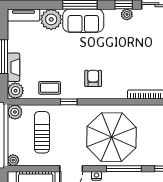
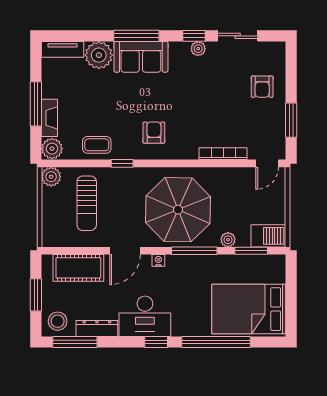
sun lounger: (42, 132) -> (87, 203), turned 180
plant: (13, 160) -> (228, 240), moved

